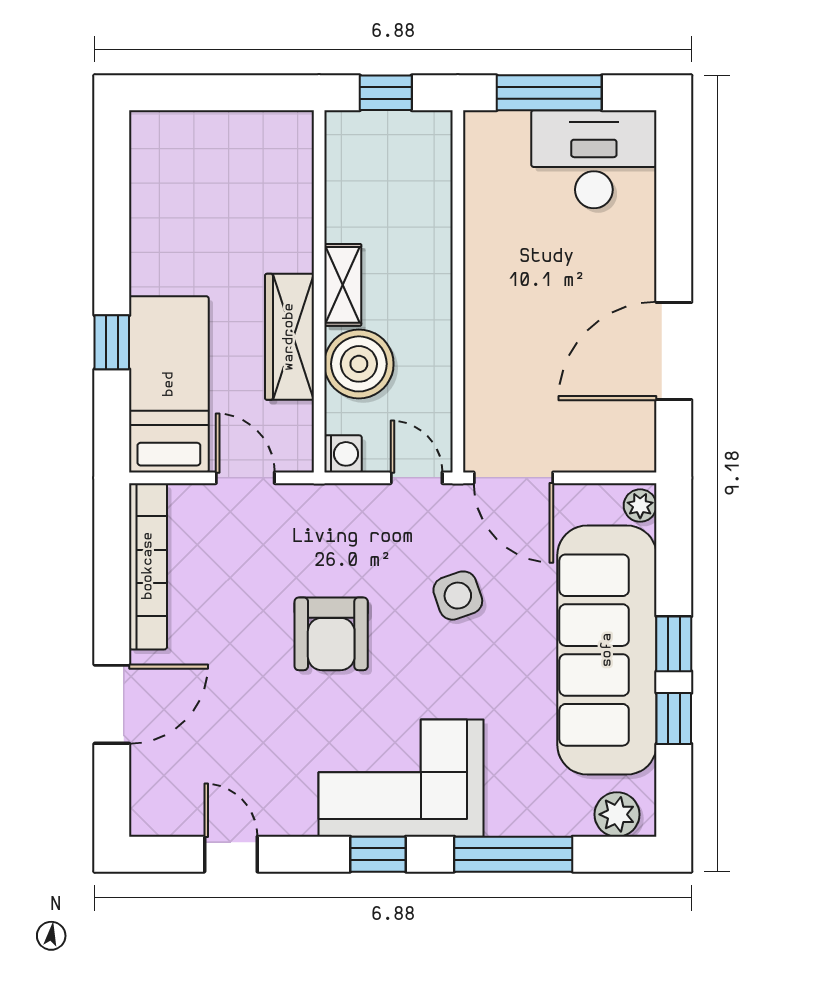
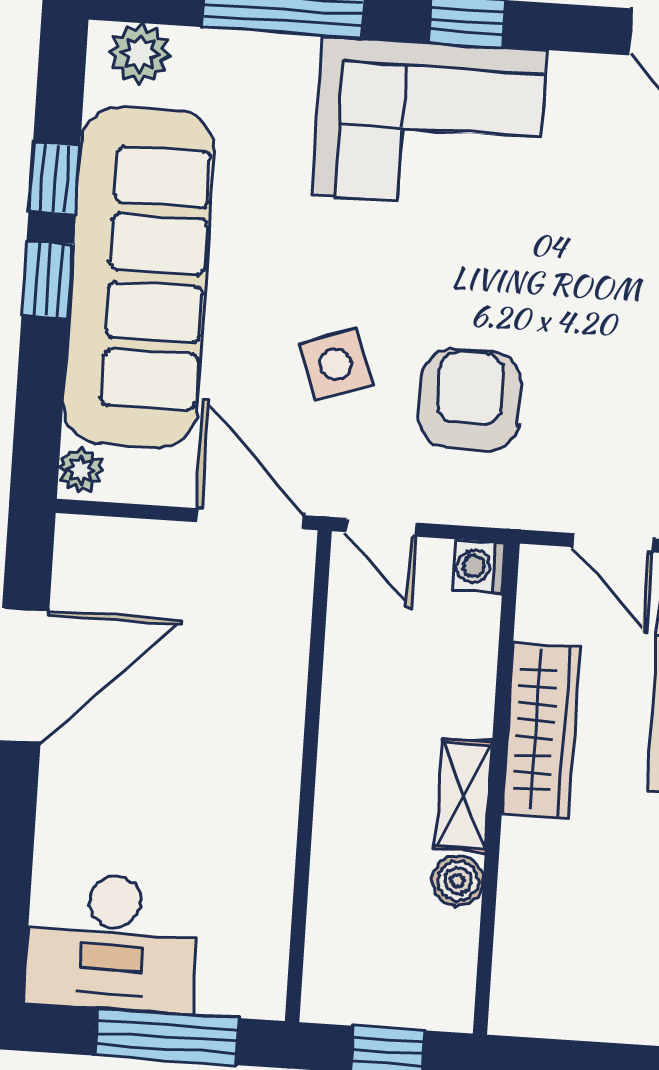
boiler: (359, 364) -> (458, 881), moved, width x0.54, depth x0.54
armchair: (331, 634) -> (470, 400), moved

